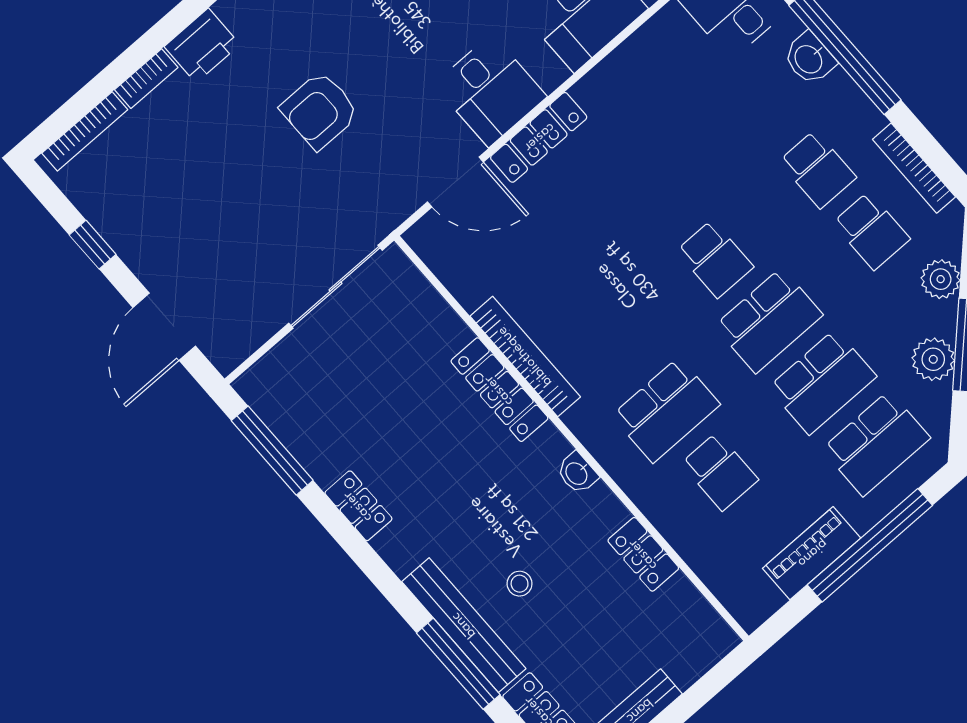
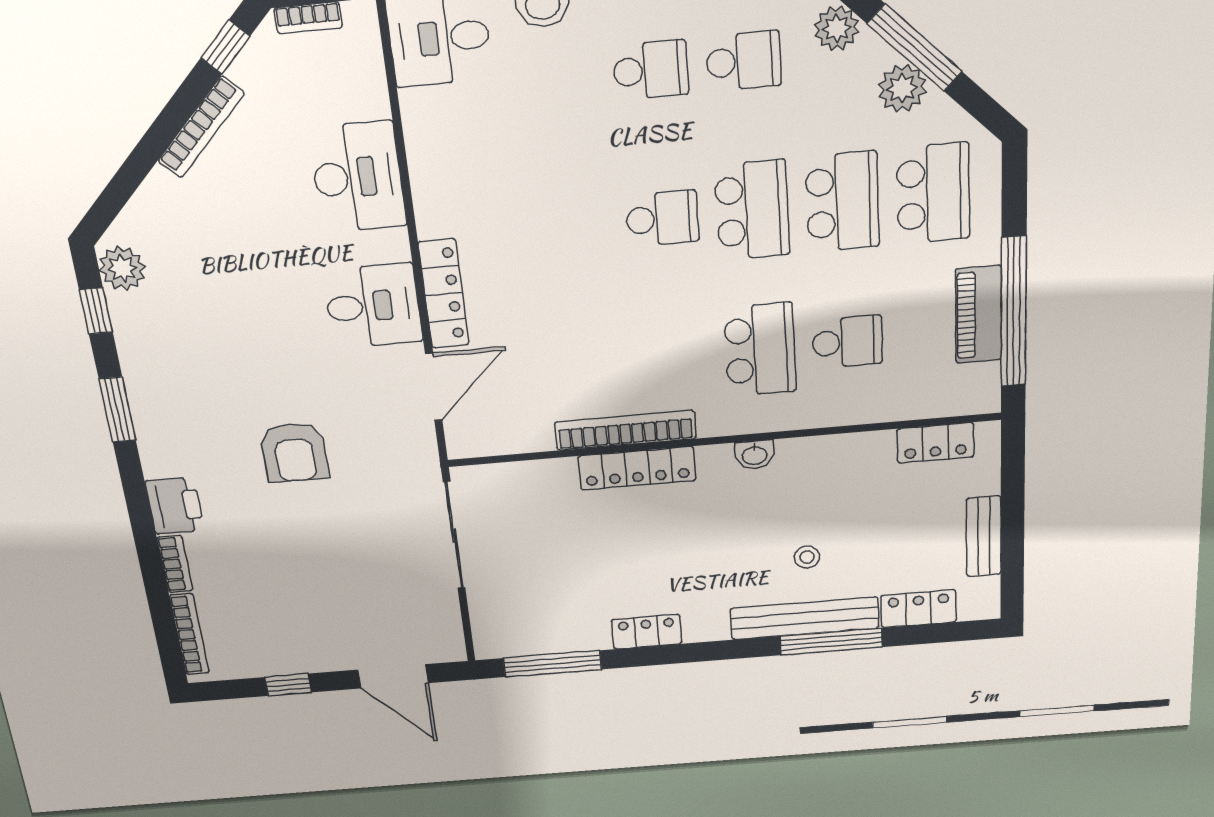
window: (870, 545) -> (1014, 312), moved
locker: (643, 554) -> (935, 443), moved

